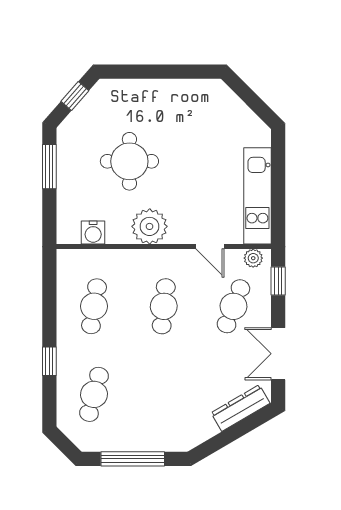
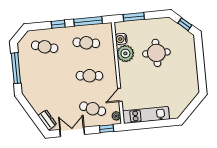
window: (49, 167) -> (134, 17), moved
plant: (150, 226) -> (125, 53), moved
window: (49, 298) -> (88, 21), added
dresser: (240, 408) -> (47, 120), width x0.70

